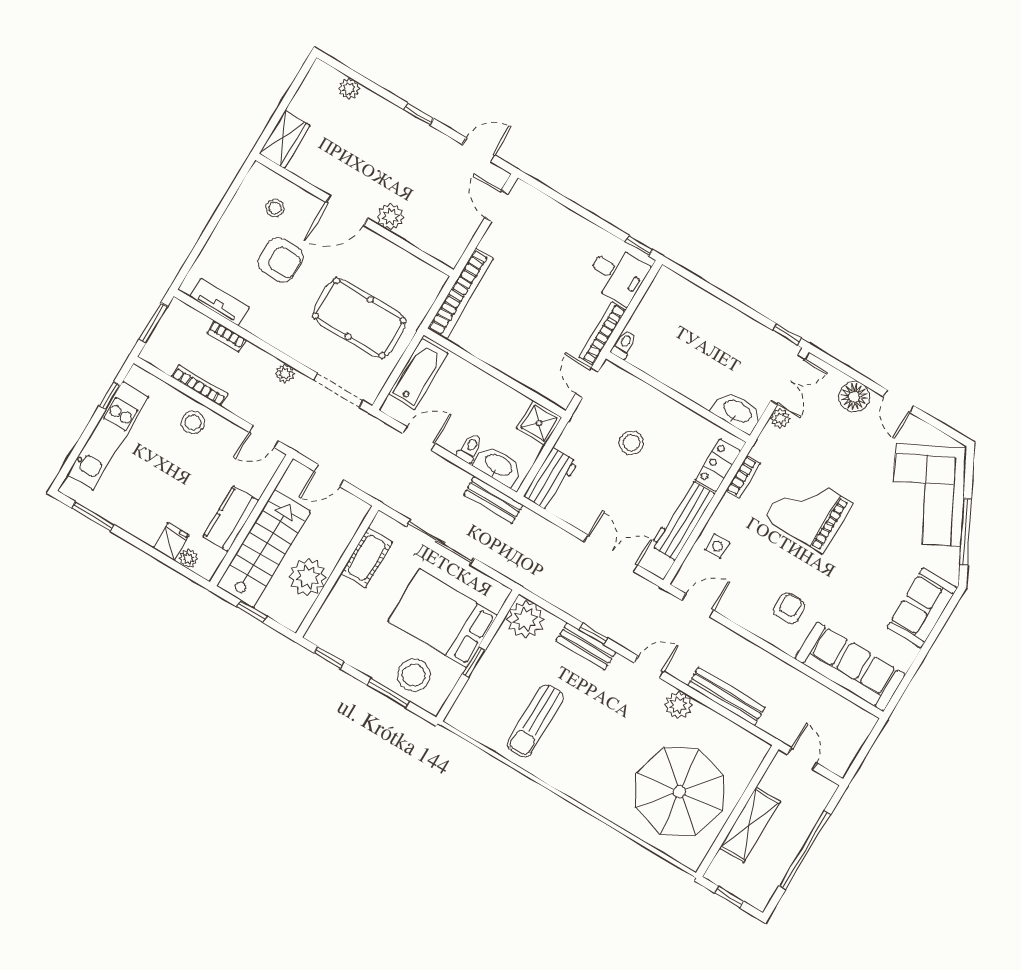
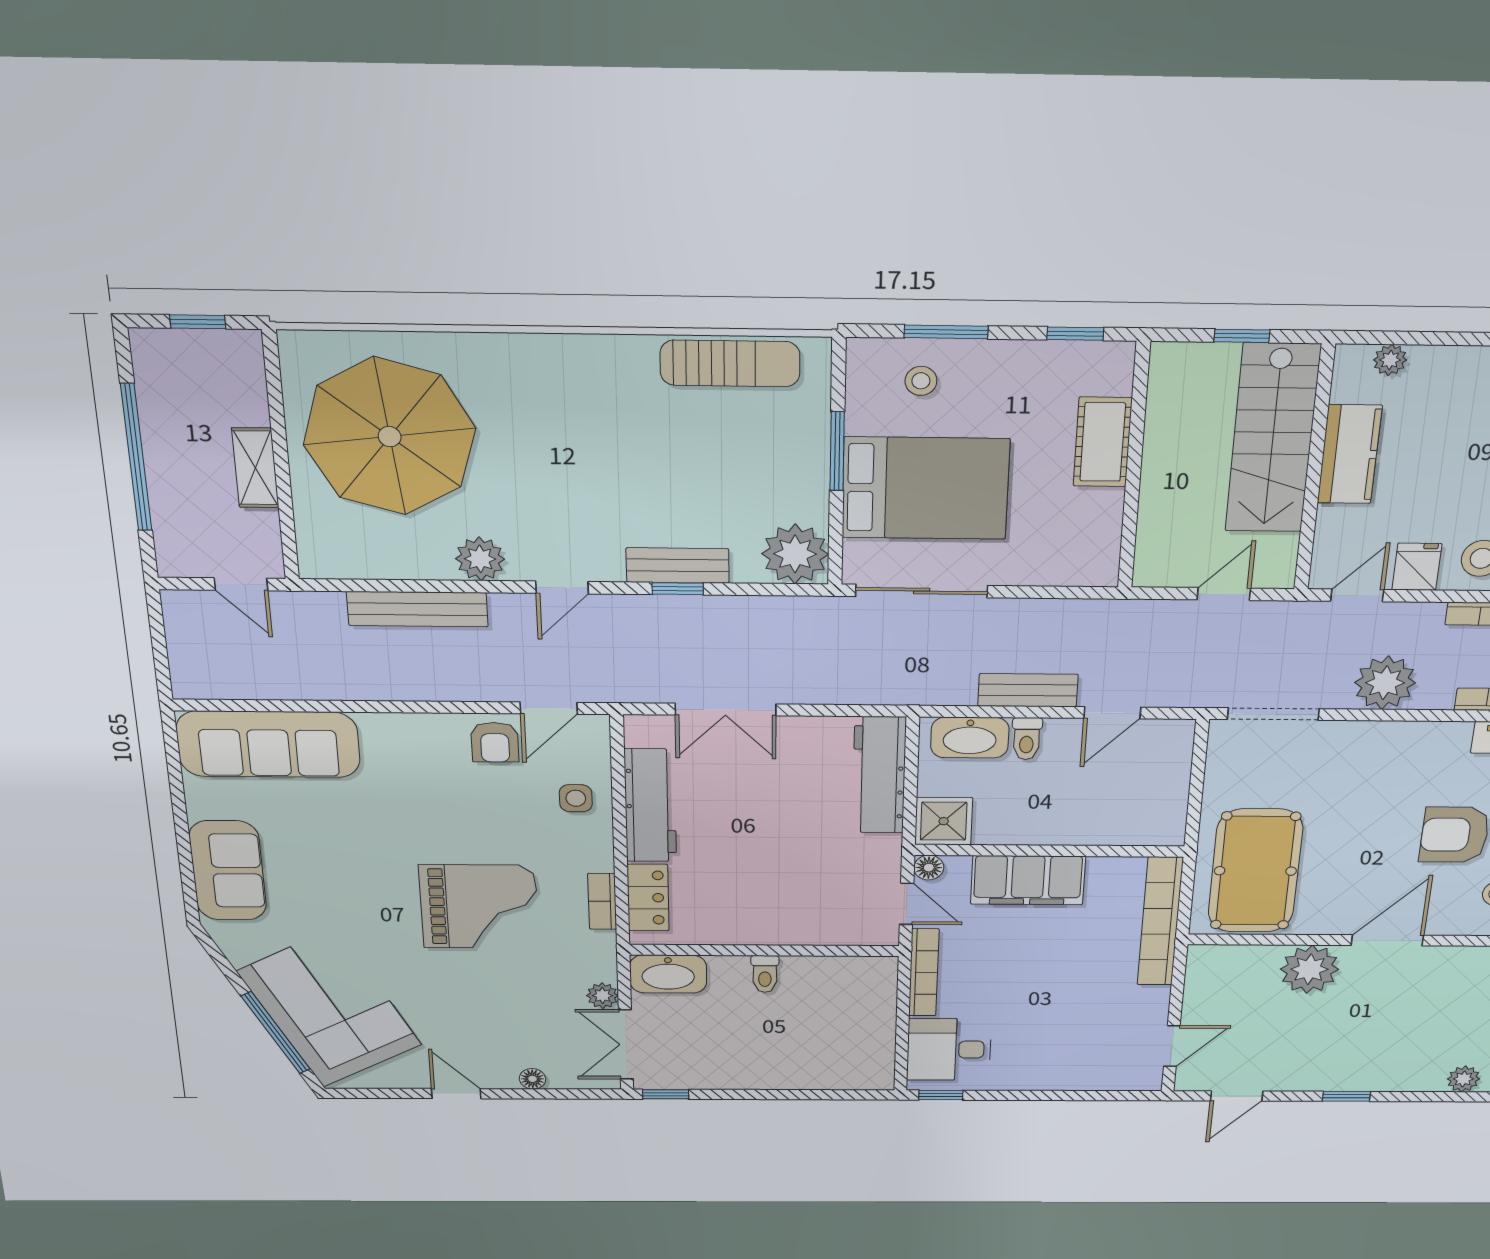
door: (496, 206) -> (1172, 1046), hinge flipped
plant: (391, 217) -> (1309, 969), width x1.36, depth x1.36
pool table: (359, 318) -> (1255, 871), moved, turned 90
toilet: (624, 344) -> (765, 974), moved
filing cabinet: (516, 361) -> (1028, 880), added
plant: (285, 374) -> (1385, 683), width x1.88, depth x1.88
bathtub: (418, 374) -> (1163, 794), removed
floor lamp: (854, 397) -> (532, 1079), width x0.53, depth x0.53
floor lamp: (563, 399) -> (929, 868), added
stool: (631, 443) -> (792, 864), removed
workbench: (551, 479) -> (879, 775), width x1.38
bench: (493, 500) -> (1028, 690), moved
window: (966, 532) -> (276, 1033), moved
fridge: (171, 542) -> (1417, 567), moved, turned 180
sliding door: (440, 542) -> (922, 591), moved
cot: (367, 558) -> (1103, 442), moved
plant: (308, 577) -> (1178, 435), removed
armchair: (789, 608) -> (495, 742), moved
window: (474, 662) -> (837, 451), width x1.50
stool: (414, 675) -> (921, 381), width x0.53, depth x0.53
sun lounger: (535, 721) -> (730, 363), moved, turned 90
shelving: (750, 825) -> (255, 468), width x0.67, depth x0.75

